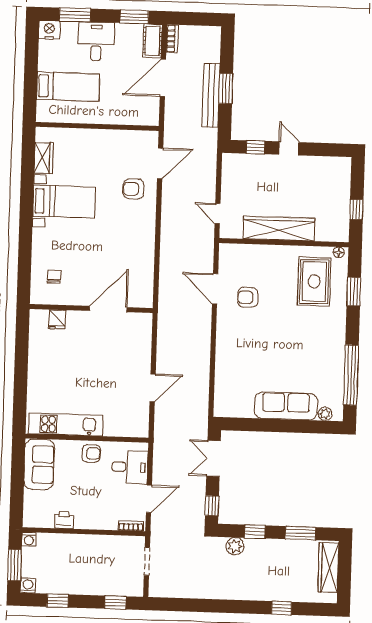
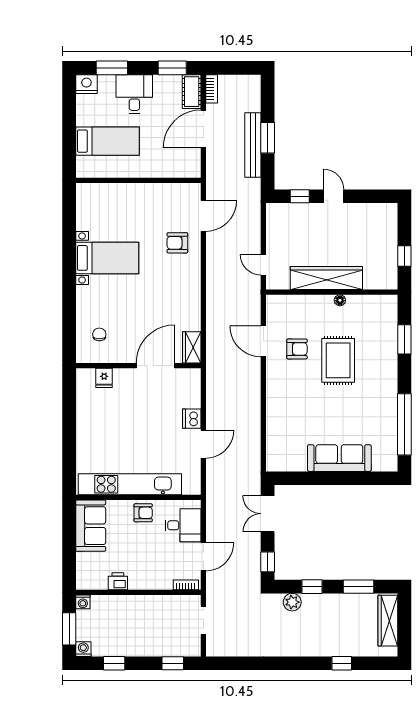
wardrobe: (44, 158) -> (192, 347), moved, turned 180
floor lamp: (339, 252) -> (340, 300), moved
rug: (314, 281) -> (338, 360), moved
armchair: (248, 297) -> (297, 349), turned 180
dishwasher: (142, 362) -> (192, 419), added
plant: (325, 414) -> (379, 465), removed
kitchen unit: (66, 424) -> (130, 484), width x1.36

